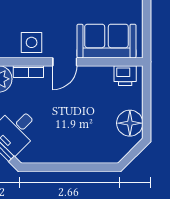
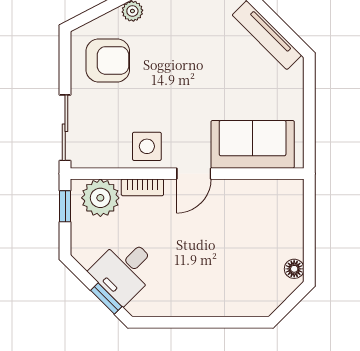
printer: (125, 76) -> (279, 193), removed
floor lamp: (130, 123) -> (294, 269), width x0.53, depth x0.53

